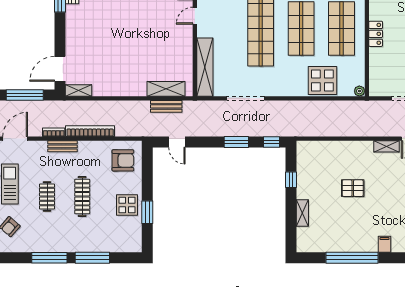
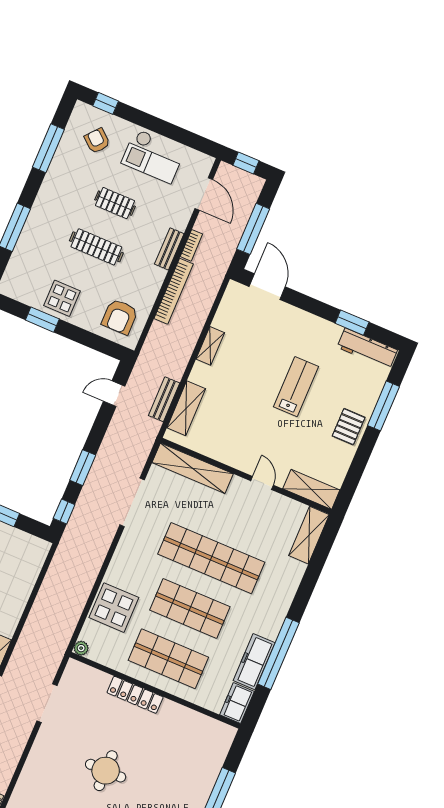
lab bench: (120, 20) -> (296, 387), added
locker: (376, 34) -> (135, 695), width x1.53
shelving: (78, 90) -> (210, 346), moved
window: (49, 258) -> (48, 148), moved

